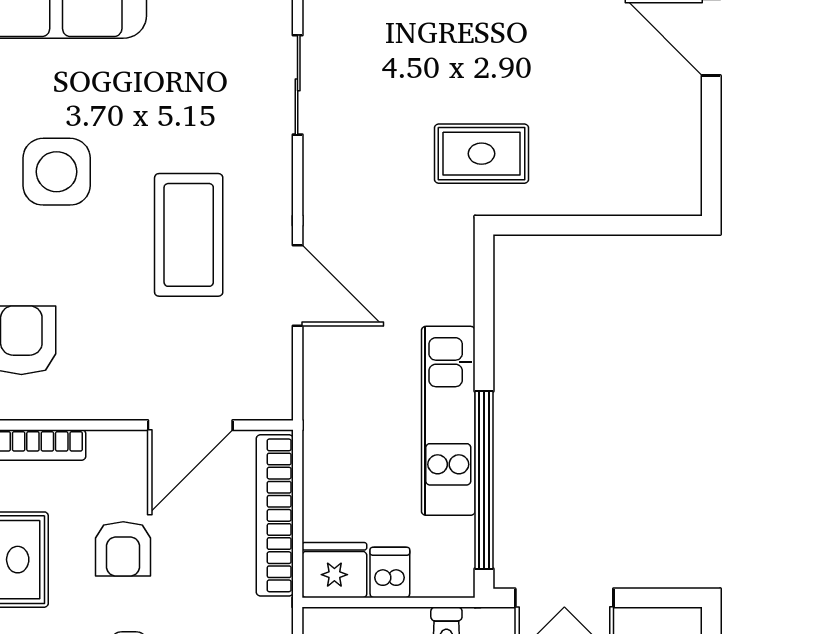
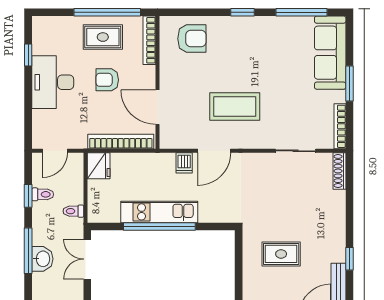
rug: (482, 154) -> (281, 254), moved, turned 90
side table: (57, 172) -> (260, 53), removed
window: (484, 480) -> (159, 226), moved
dishwasher: (390, 573) -> (184, 163), moved, turned 90

